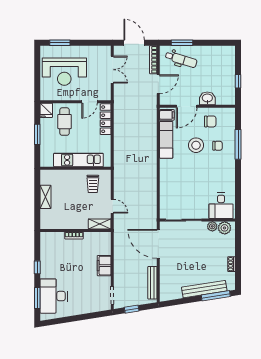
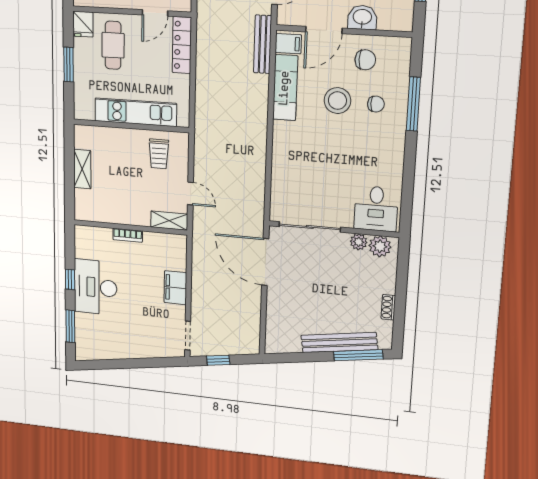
bench: (152, 283) -> (263, 44), moved
desk: (54, 296) -> (95, 287), moved

